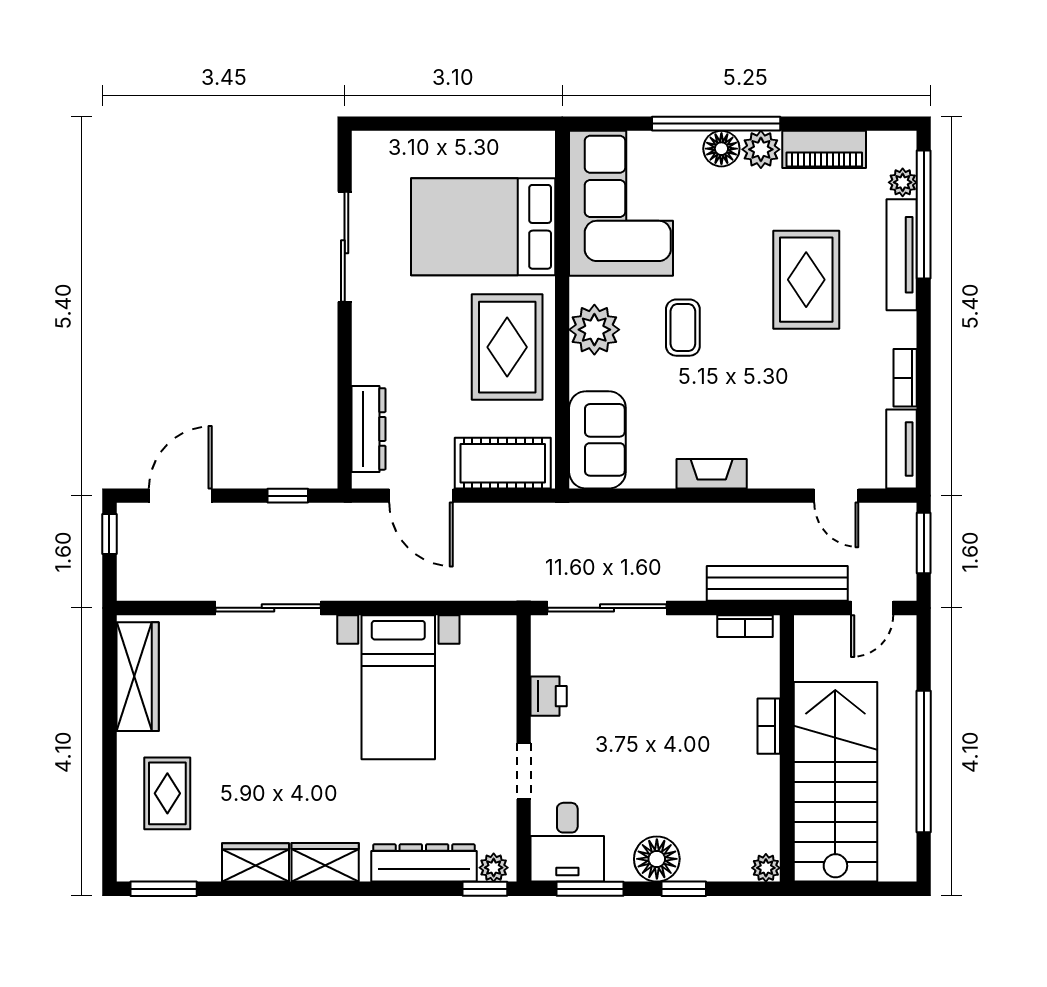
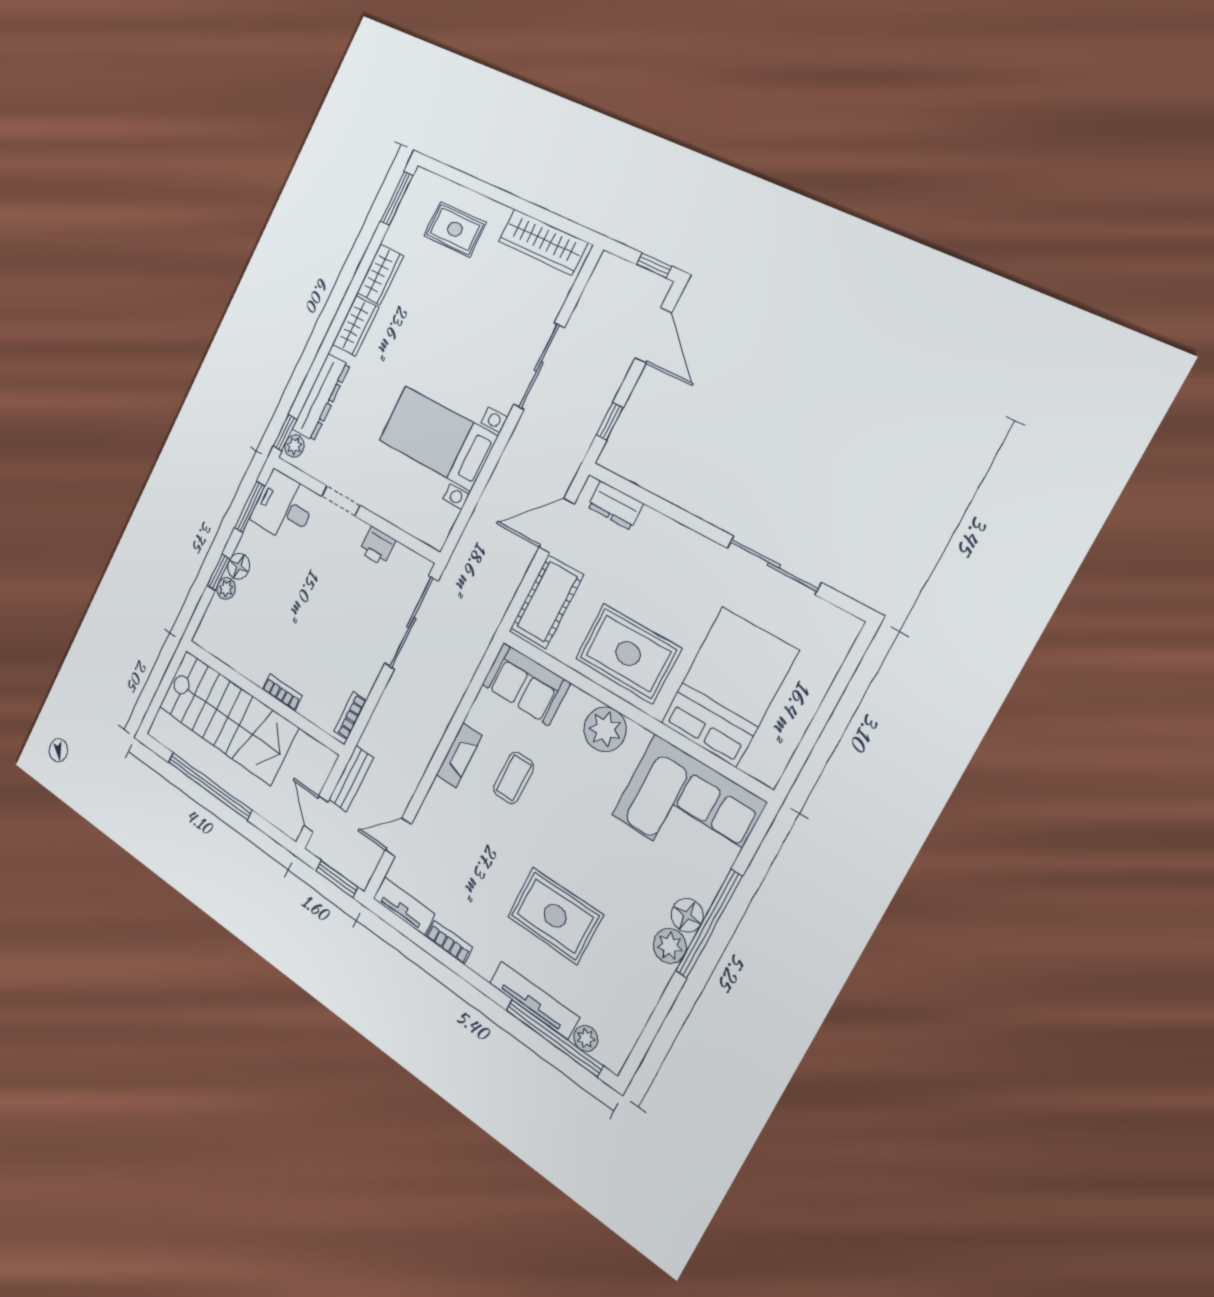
piano: (824, 149) -> (643, 995), removed
coffee table: (683, 328) -> (514, 778), moved, turned 90
dresser: (369, 429) -> (616, 505), width x0.70
bench: (777, 583) -> (351, 779), width x0.54, depth x0.82
floor lamp: (657, 859) -> (239, 566), width x0.73, depth x0.73
plant: (766, 868) -> (226, 588), moved

